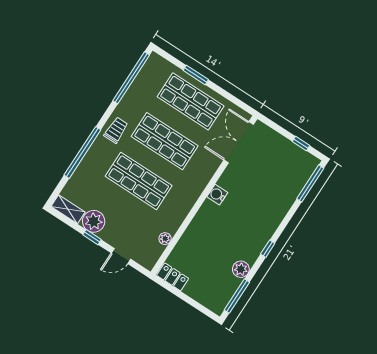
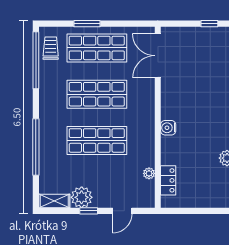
trolley: (116, 130) -> (51, 48), moved
water cooler: (217, 195) -> (168, 128), moved
locker: (173, 277) -> (168, 180), moved, turned 90

